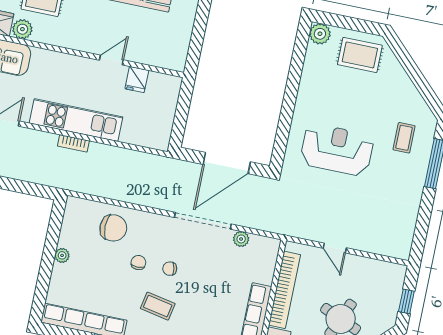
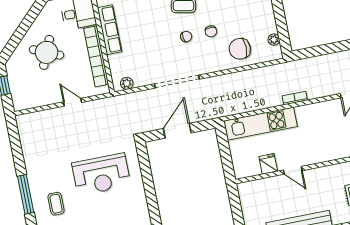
door: (111, 60) -> (293, 170), hinge flipped
kitchen unit: (76, 120) -> (260, 124), moved
door: (227, 163) -> (177, 131), width x0.73
plant: (241, 239) -> (127, 83), moved
plant: (62, 255) -> (274, 40), moved

